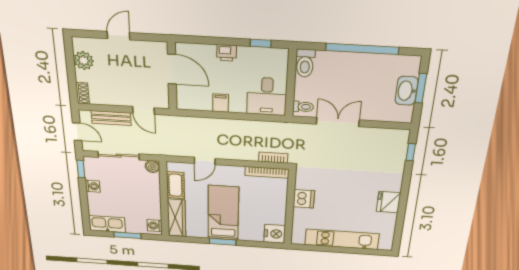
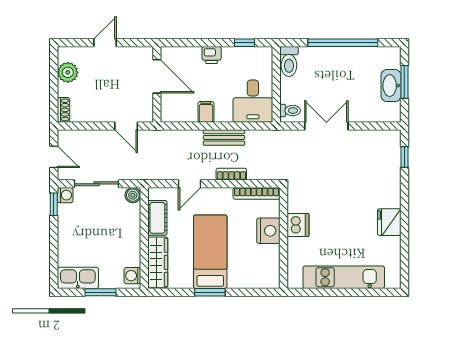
bench: (111, 118) -> (224, 137), moved
bookcase: (273, 158) -> (231, 174), moved
washing machine: (93, 186) -> (65, 195), moved
nightstand: (275, 234) -> (268, 231), moved

